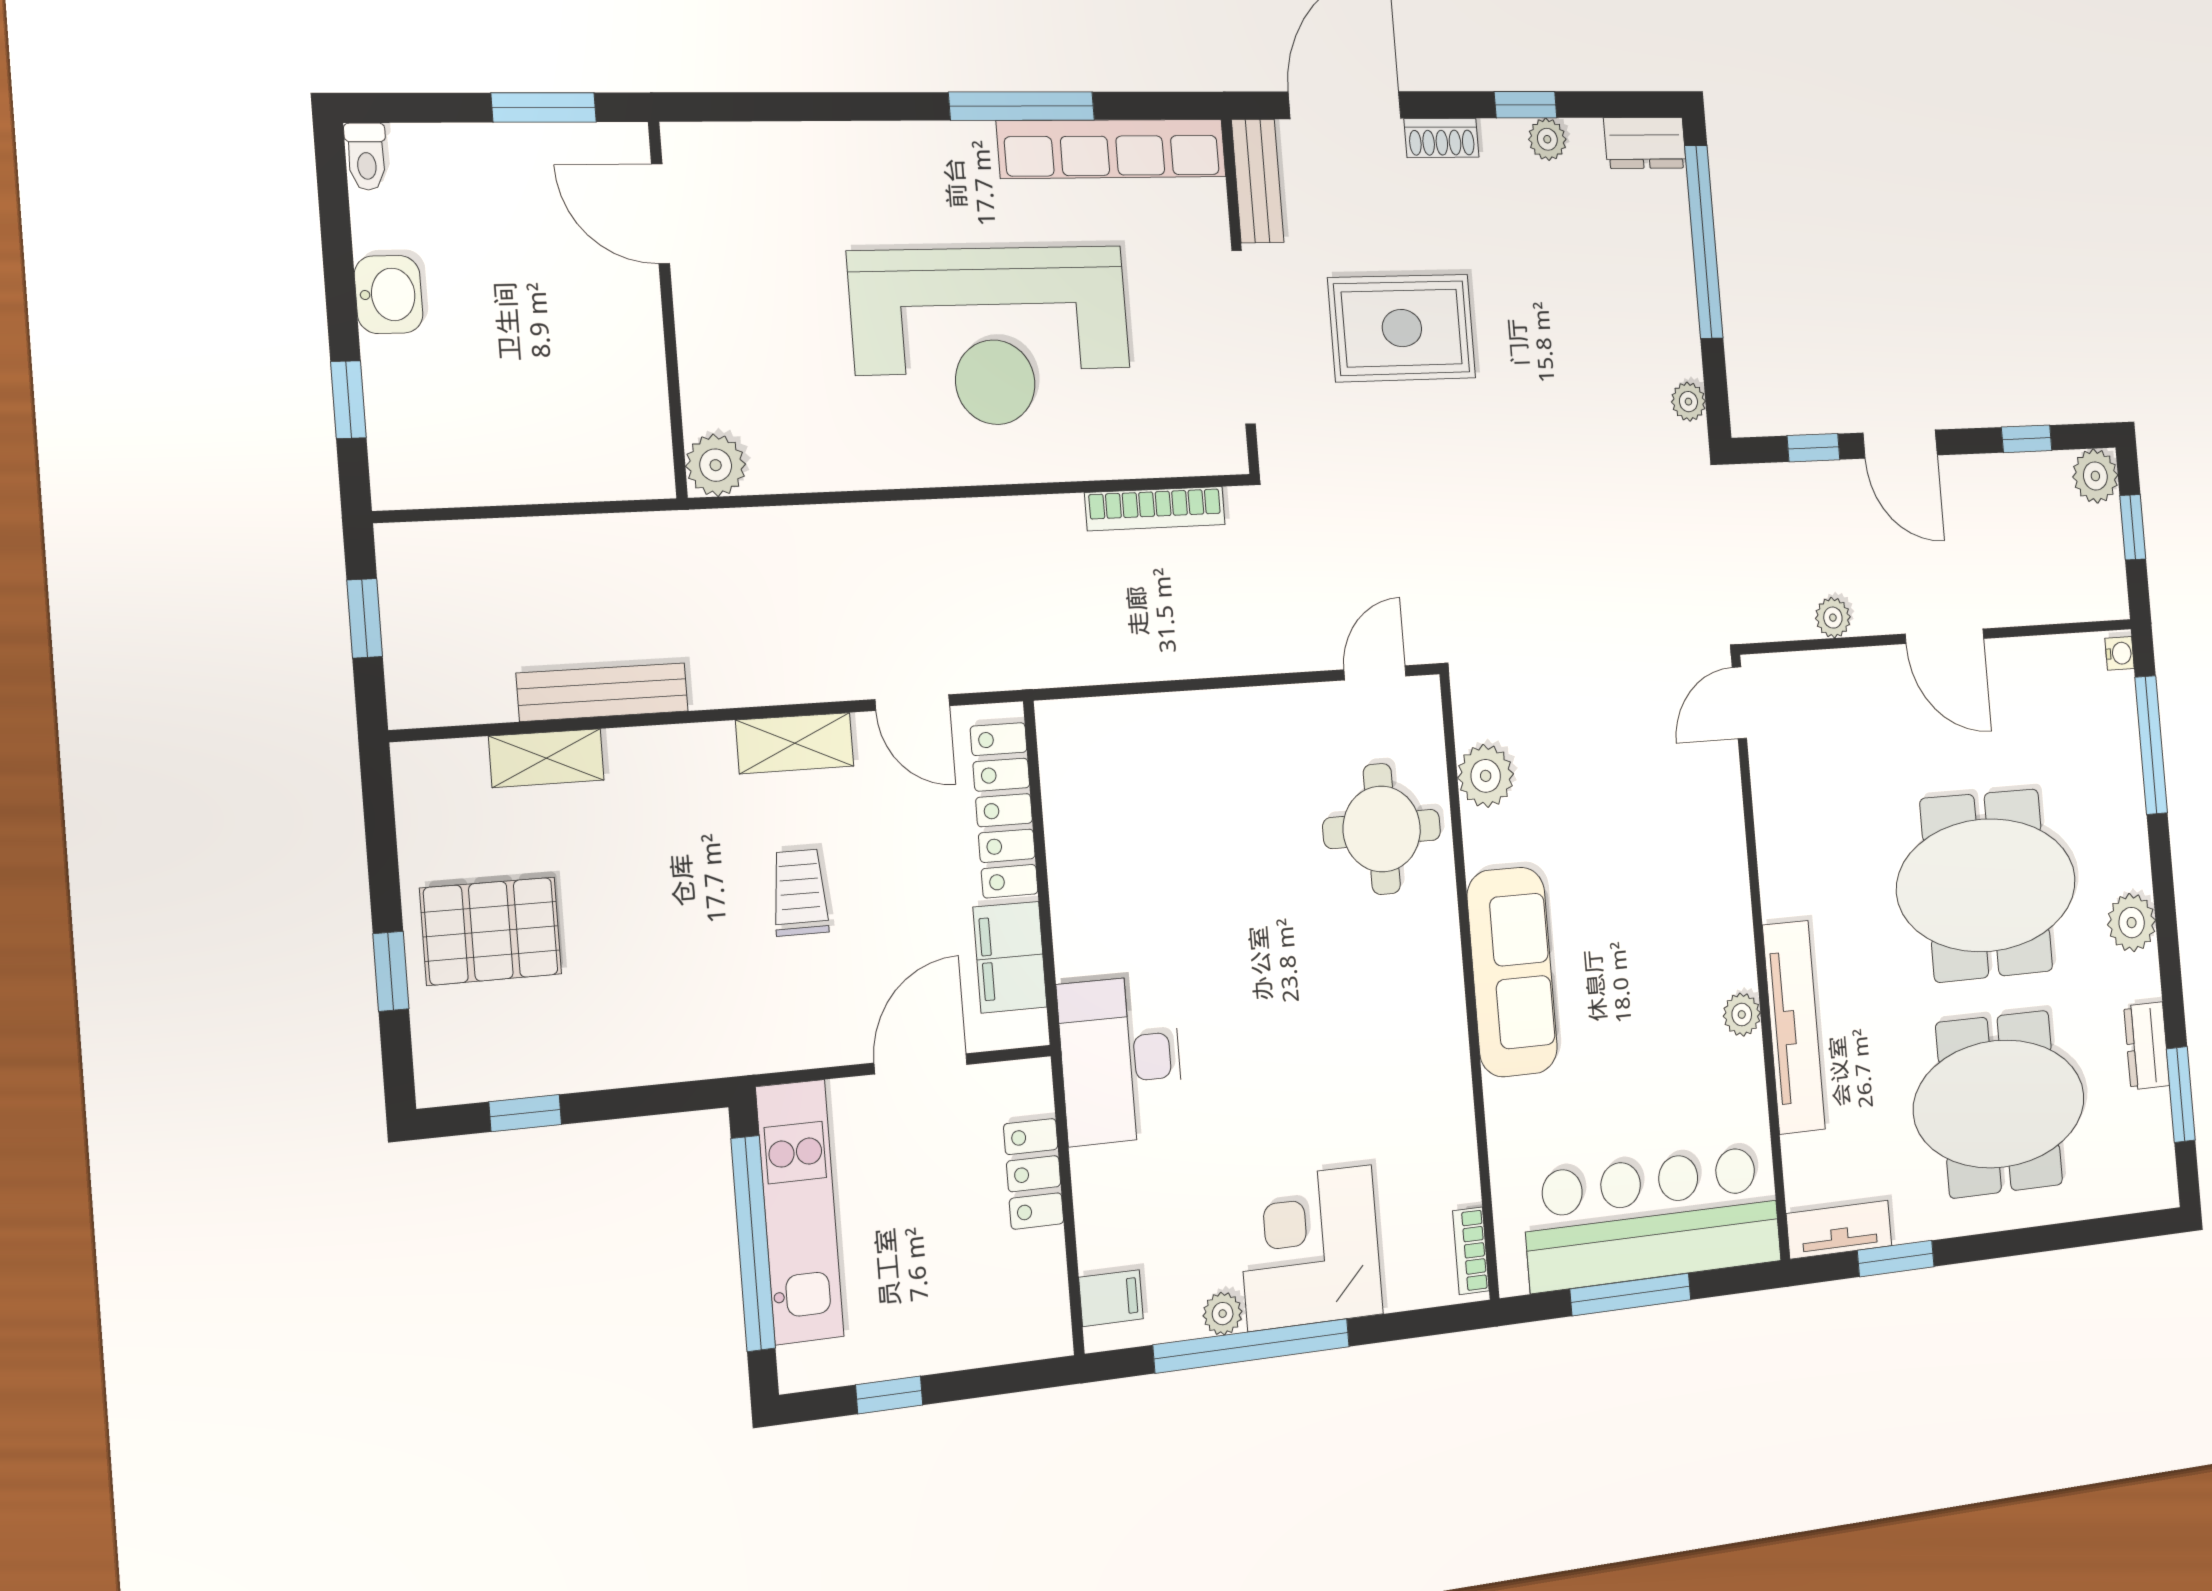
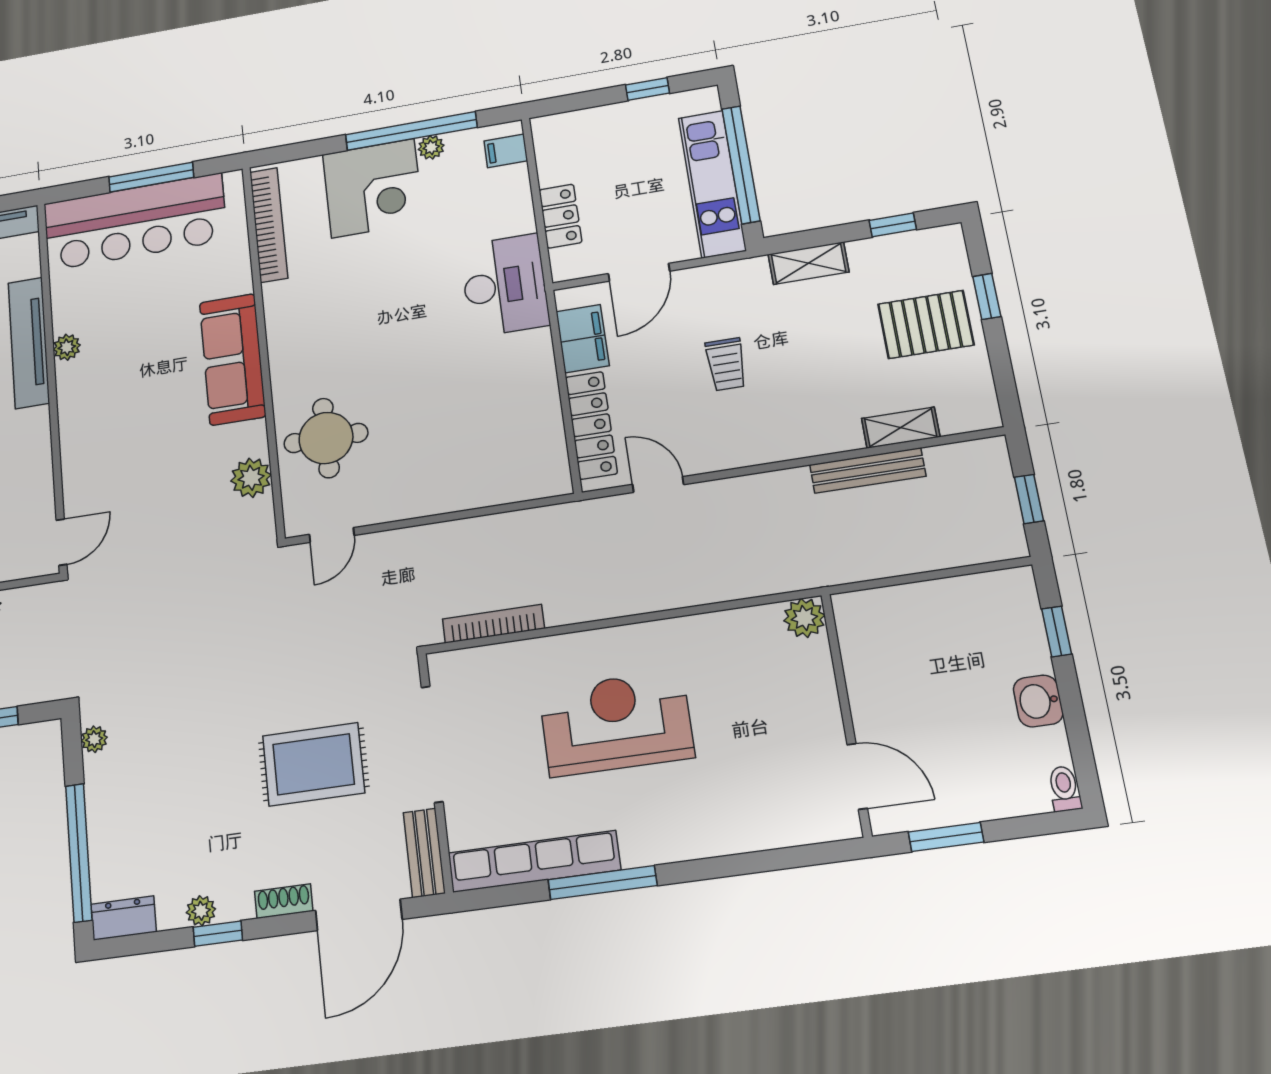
reception desk: (992, 336) -> (616, 723), width x0.74, depth x0.77
shelving: (795, 743) -> (809, 263), moved
bookcase: (1471, 1251) -> (269, 225), width x2.31, depth x1.31

